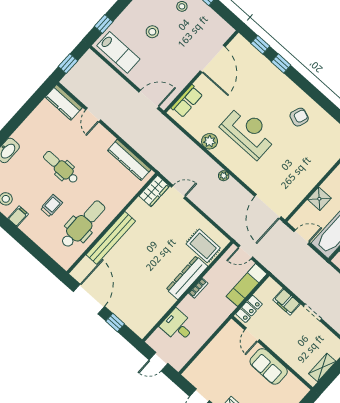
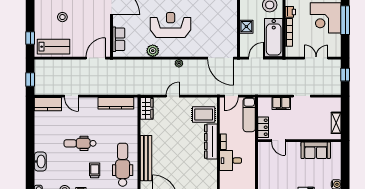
door: (178, 192) -> (173, 96), moved
desk: (178, 326) -> (231, 161), moved
sofa: (269, 366) -> (316, 150), moved

